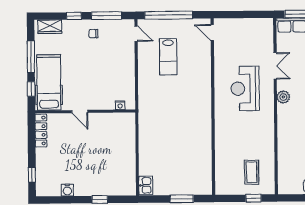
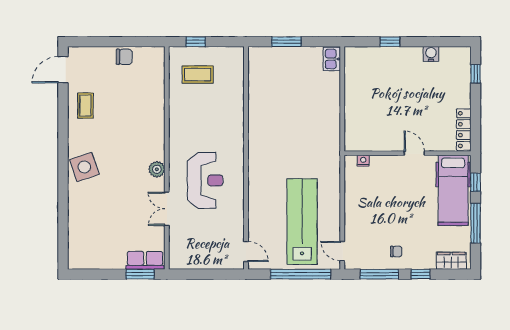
lab bench: (168, 57) -> (302, 222), width x1.86, depth x1.39
coffee table: (252, 172) -> (198, 75), turned 90

